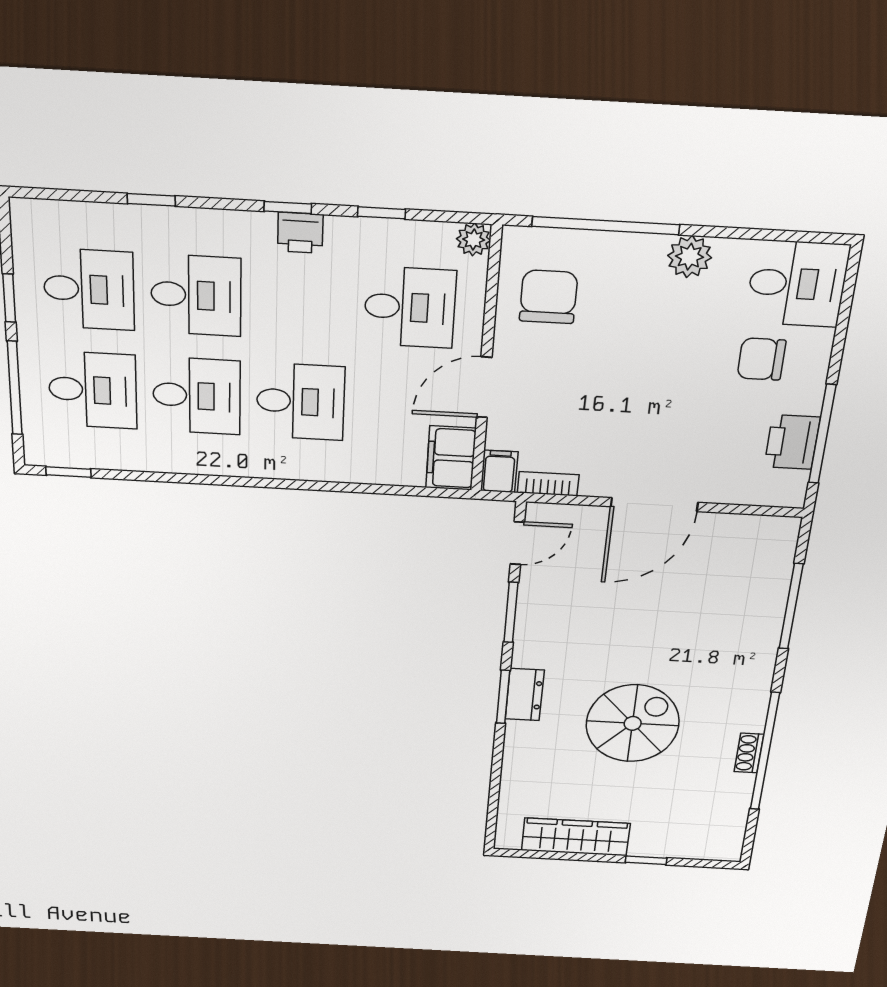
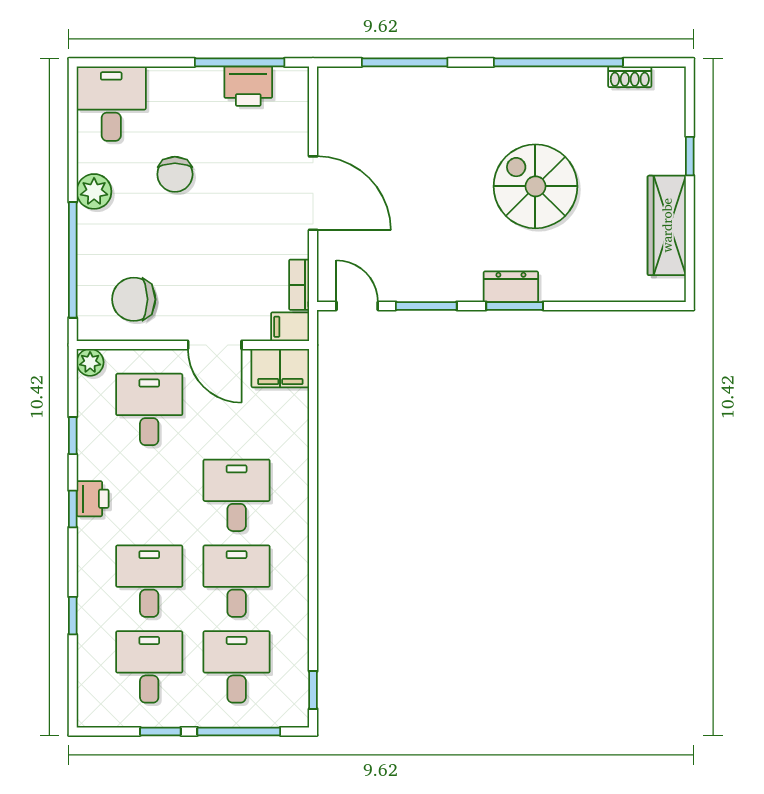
chair: (761, 359) -> (175, 174), moved
shoe rack: (749, 753) -> (630, 77), moved

